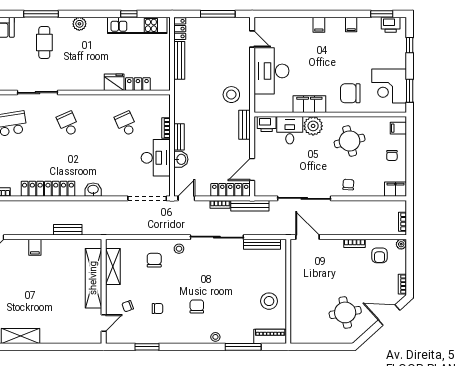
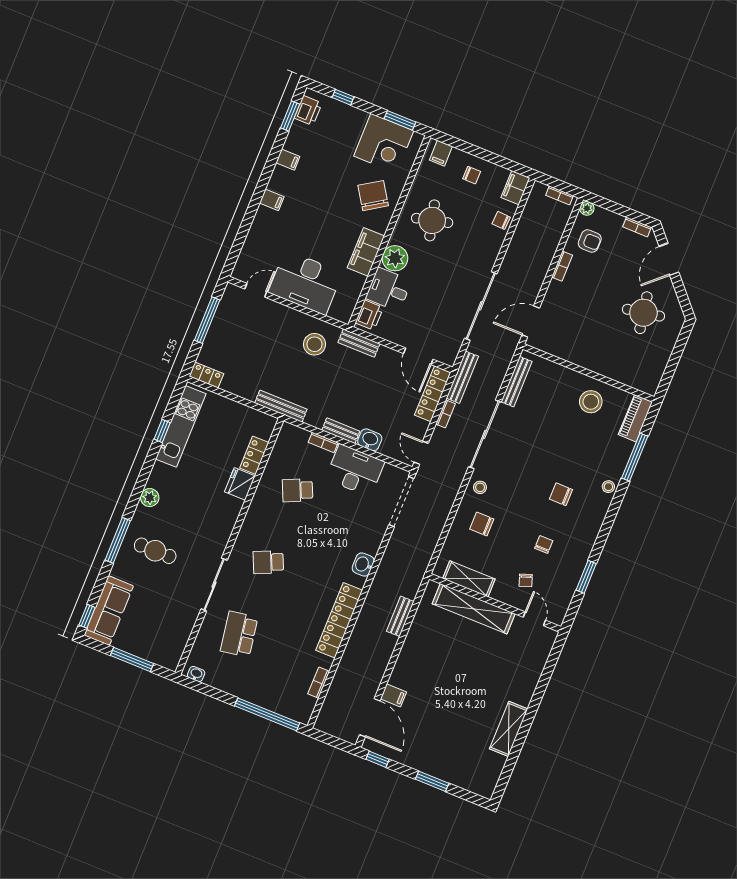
bench: (179, 60) -> (281, 406), moved
chair: (350, 93) -> (373, 196), turned 147
chair: (348, 185) -> (501, 220), moved
filing cabinet: (35, 247) -> (393, 695), moved

